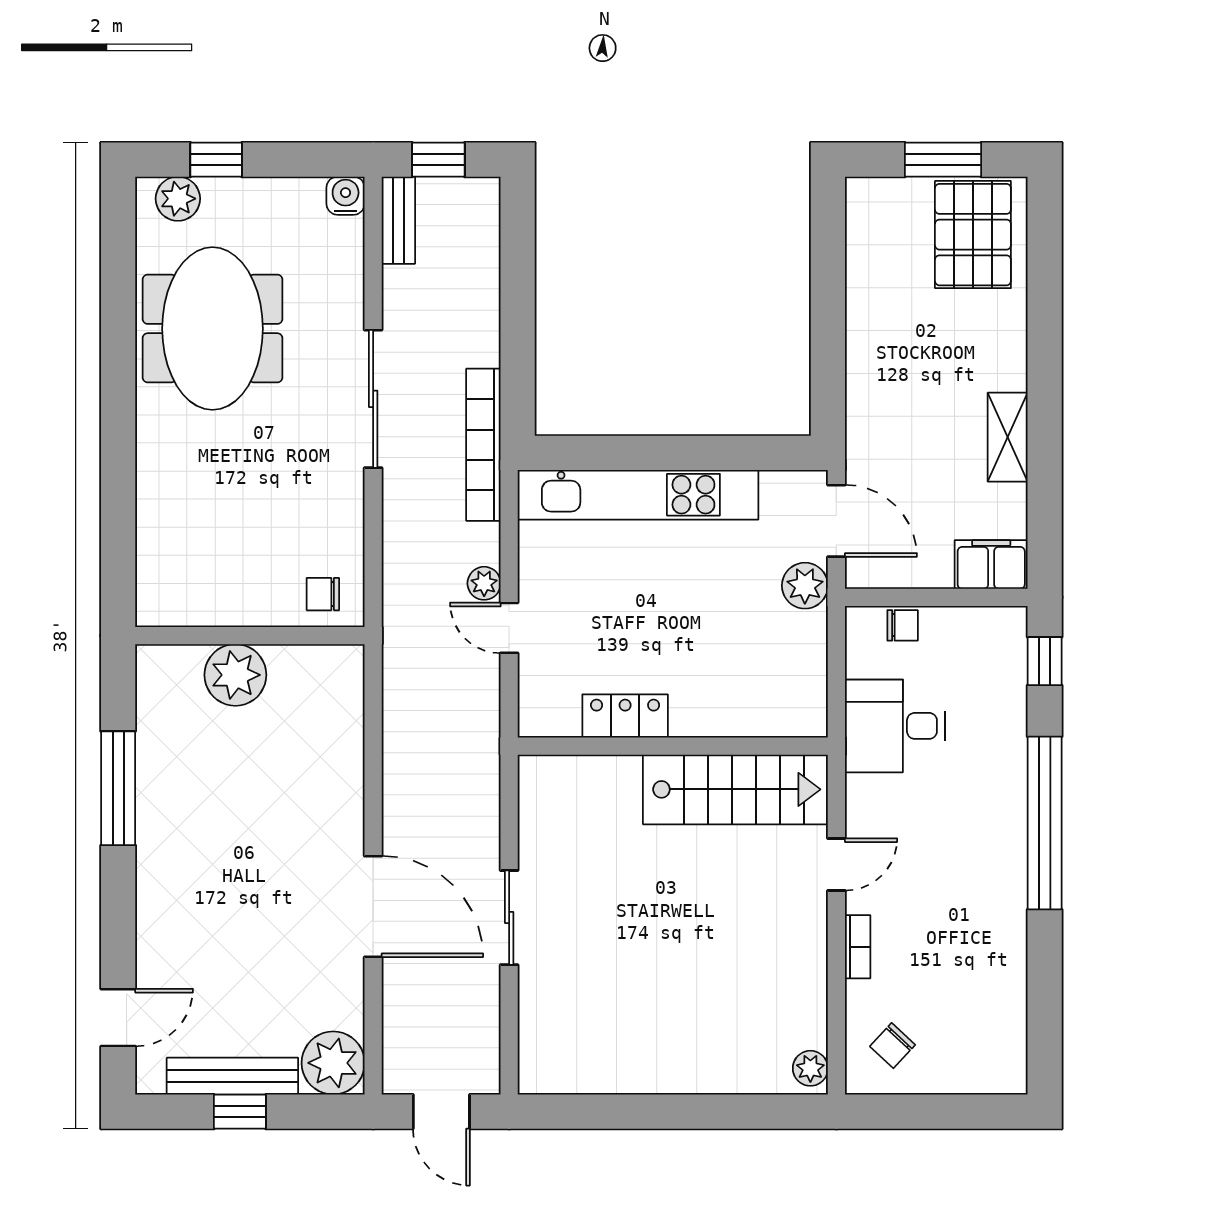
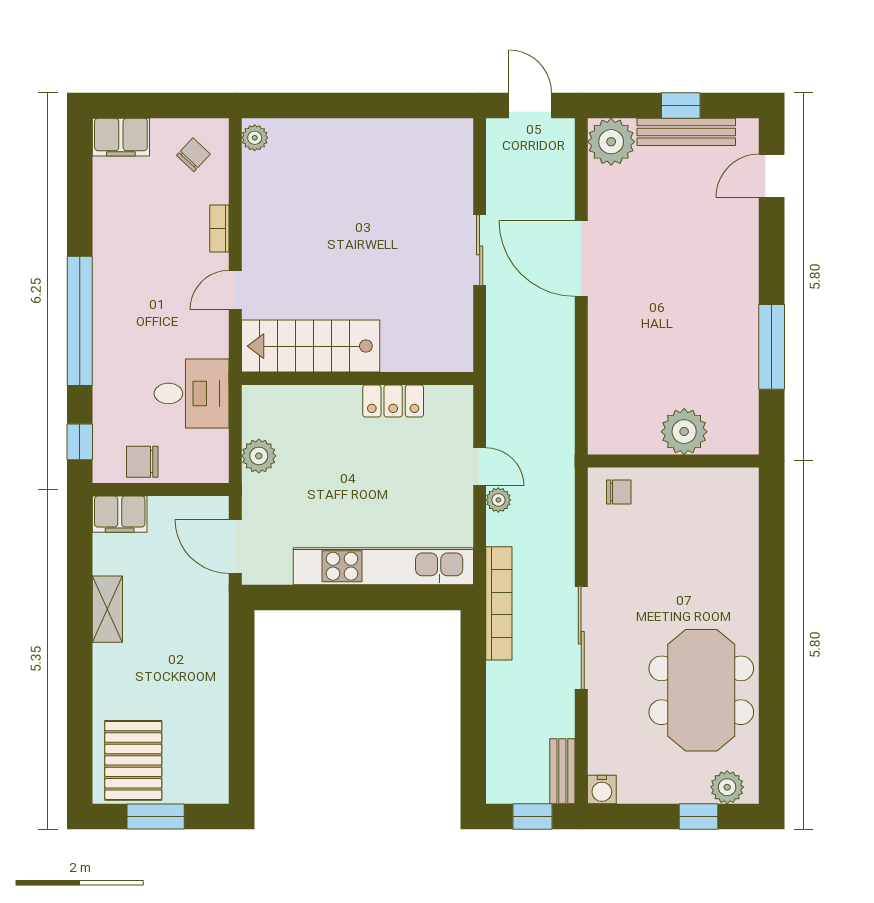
plant: (805, 586) -> (259, 456), moved
chair: (903, 625) -> (142, 462), moved, width x1.37, depth x1.37
filing cabinet: (989, 1069) -> (121, 137), added

